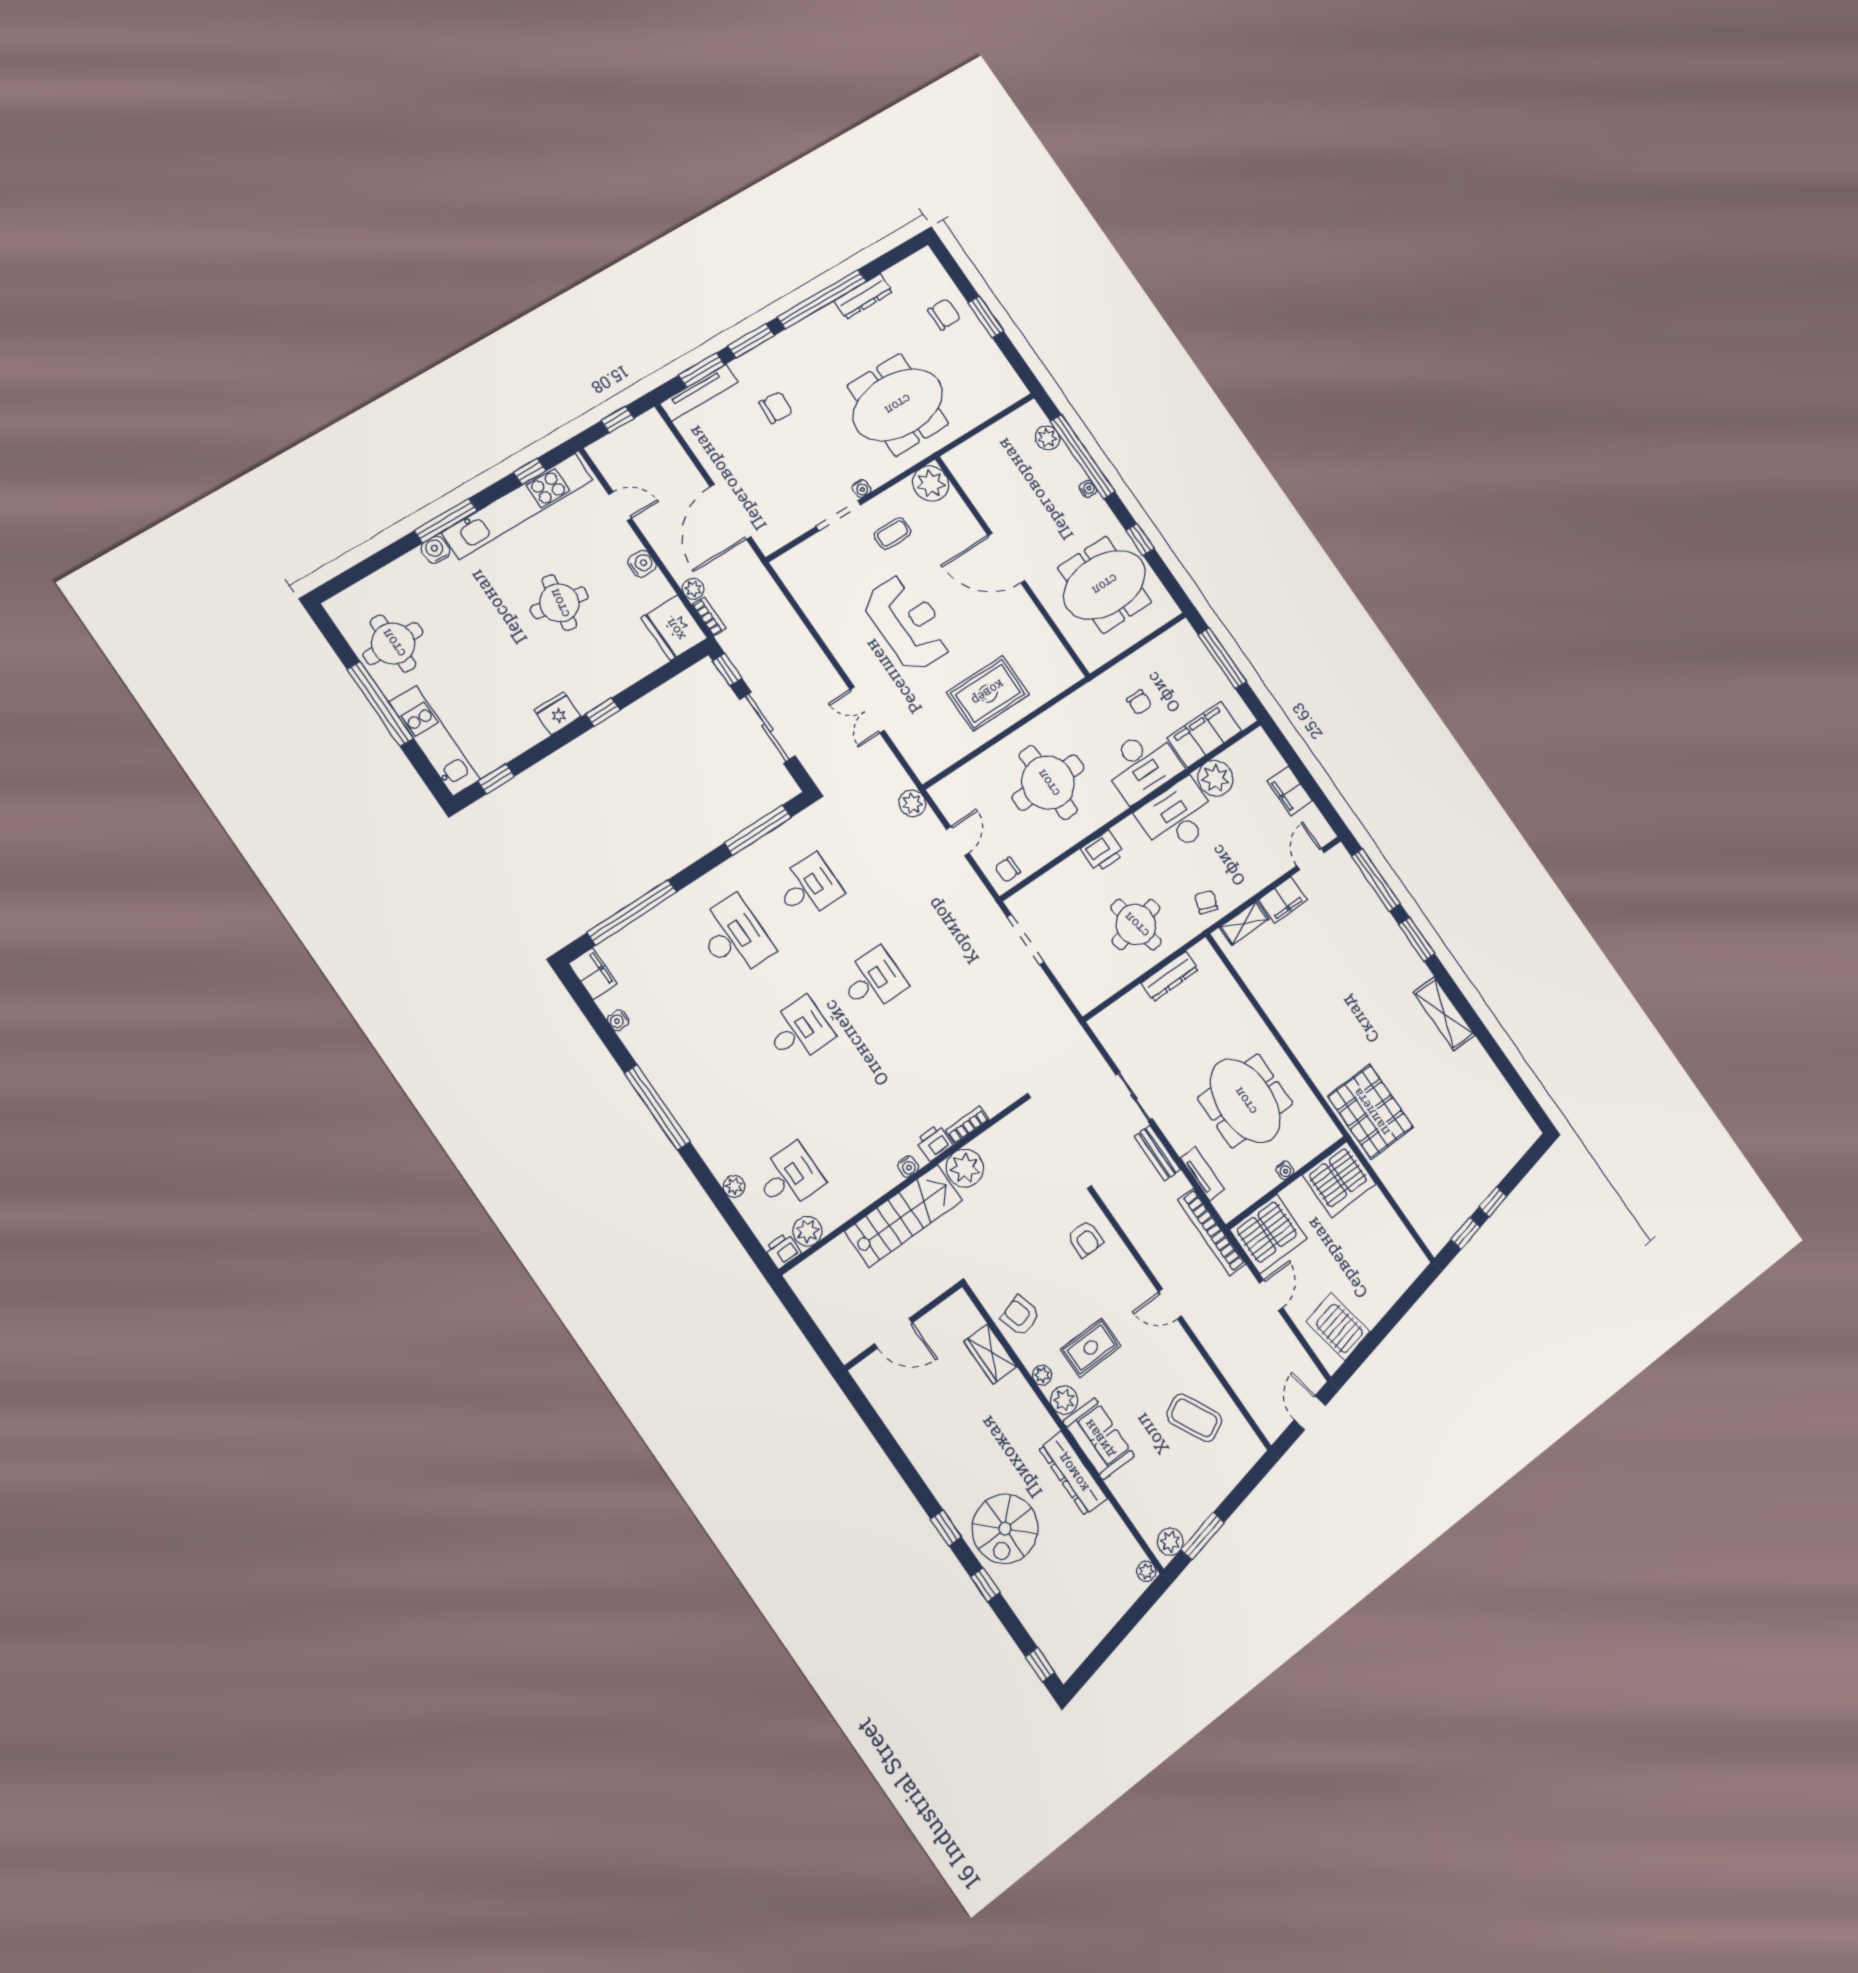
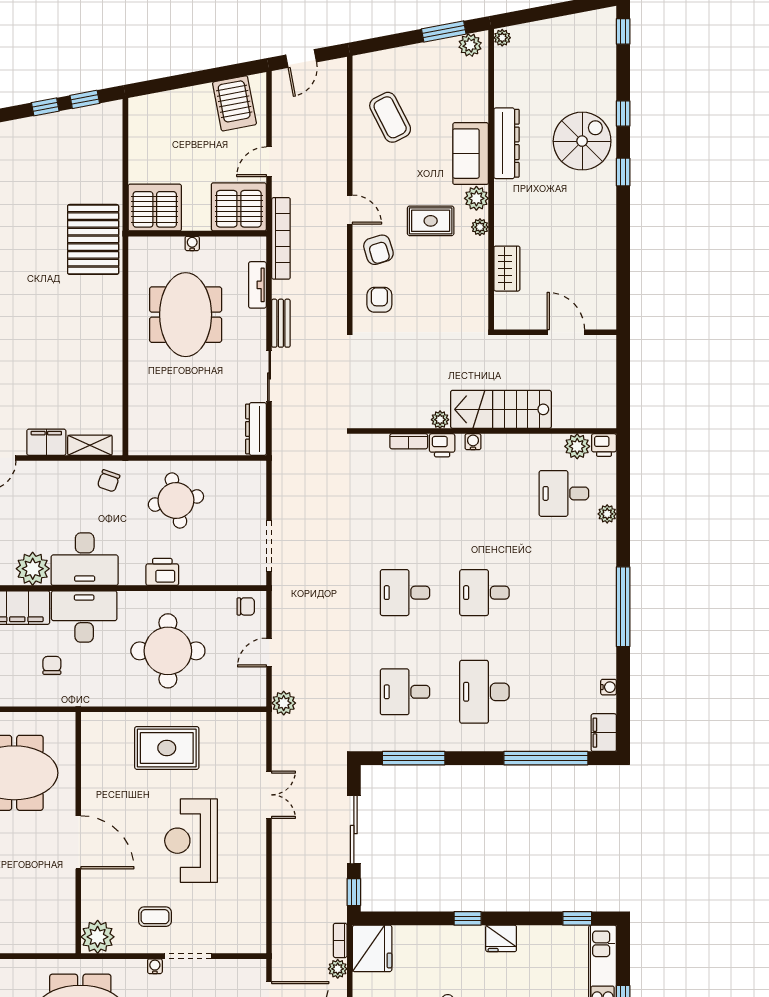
dresser: (1170, 976) -> (256, 429), moved, turned -90
plant: (965, 1168) -> (440, 420), width x0.53, depth x0.53
armchair: (1021, 1316) -> (378, 250), moved

